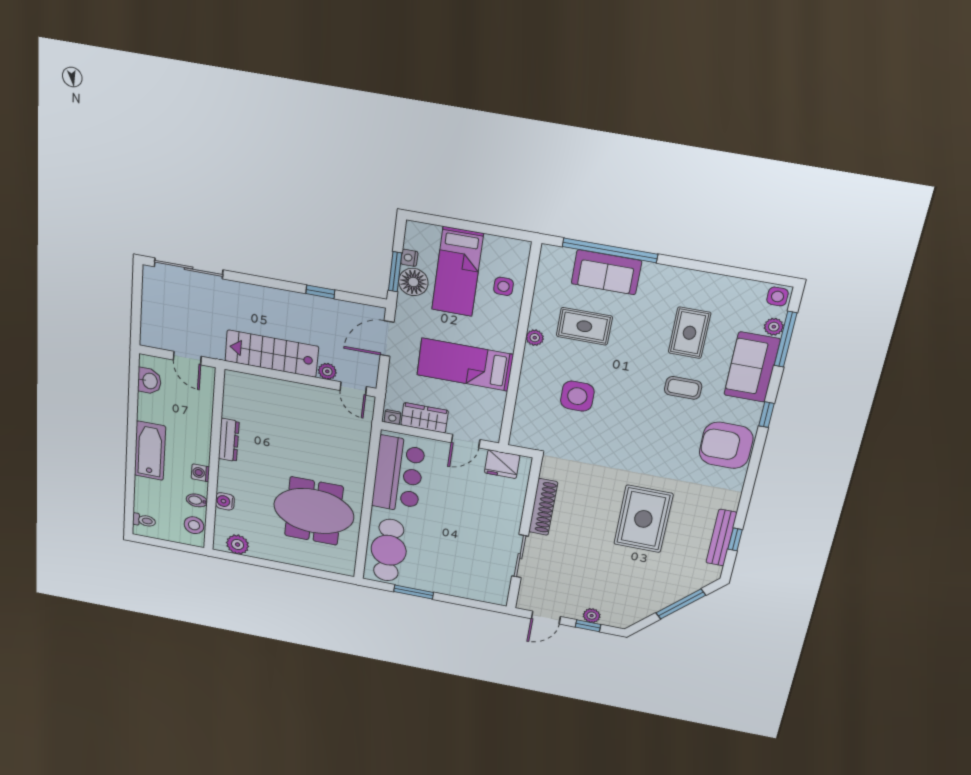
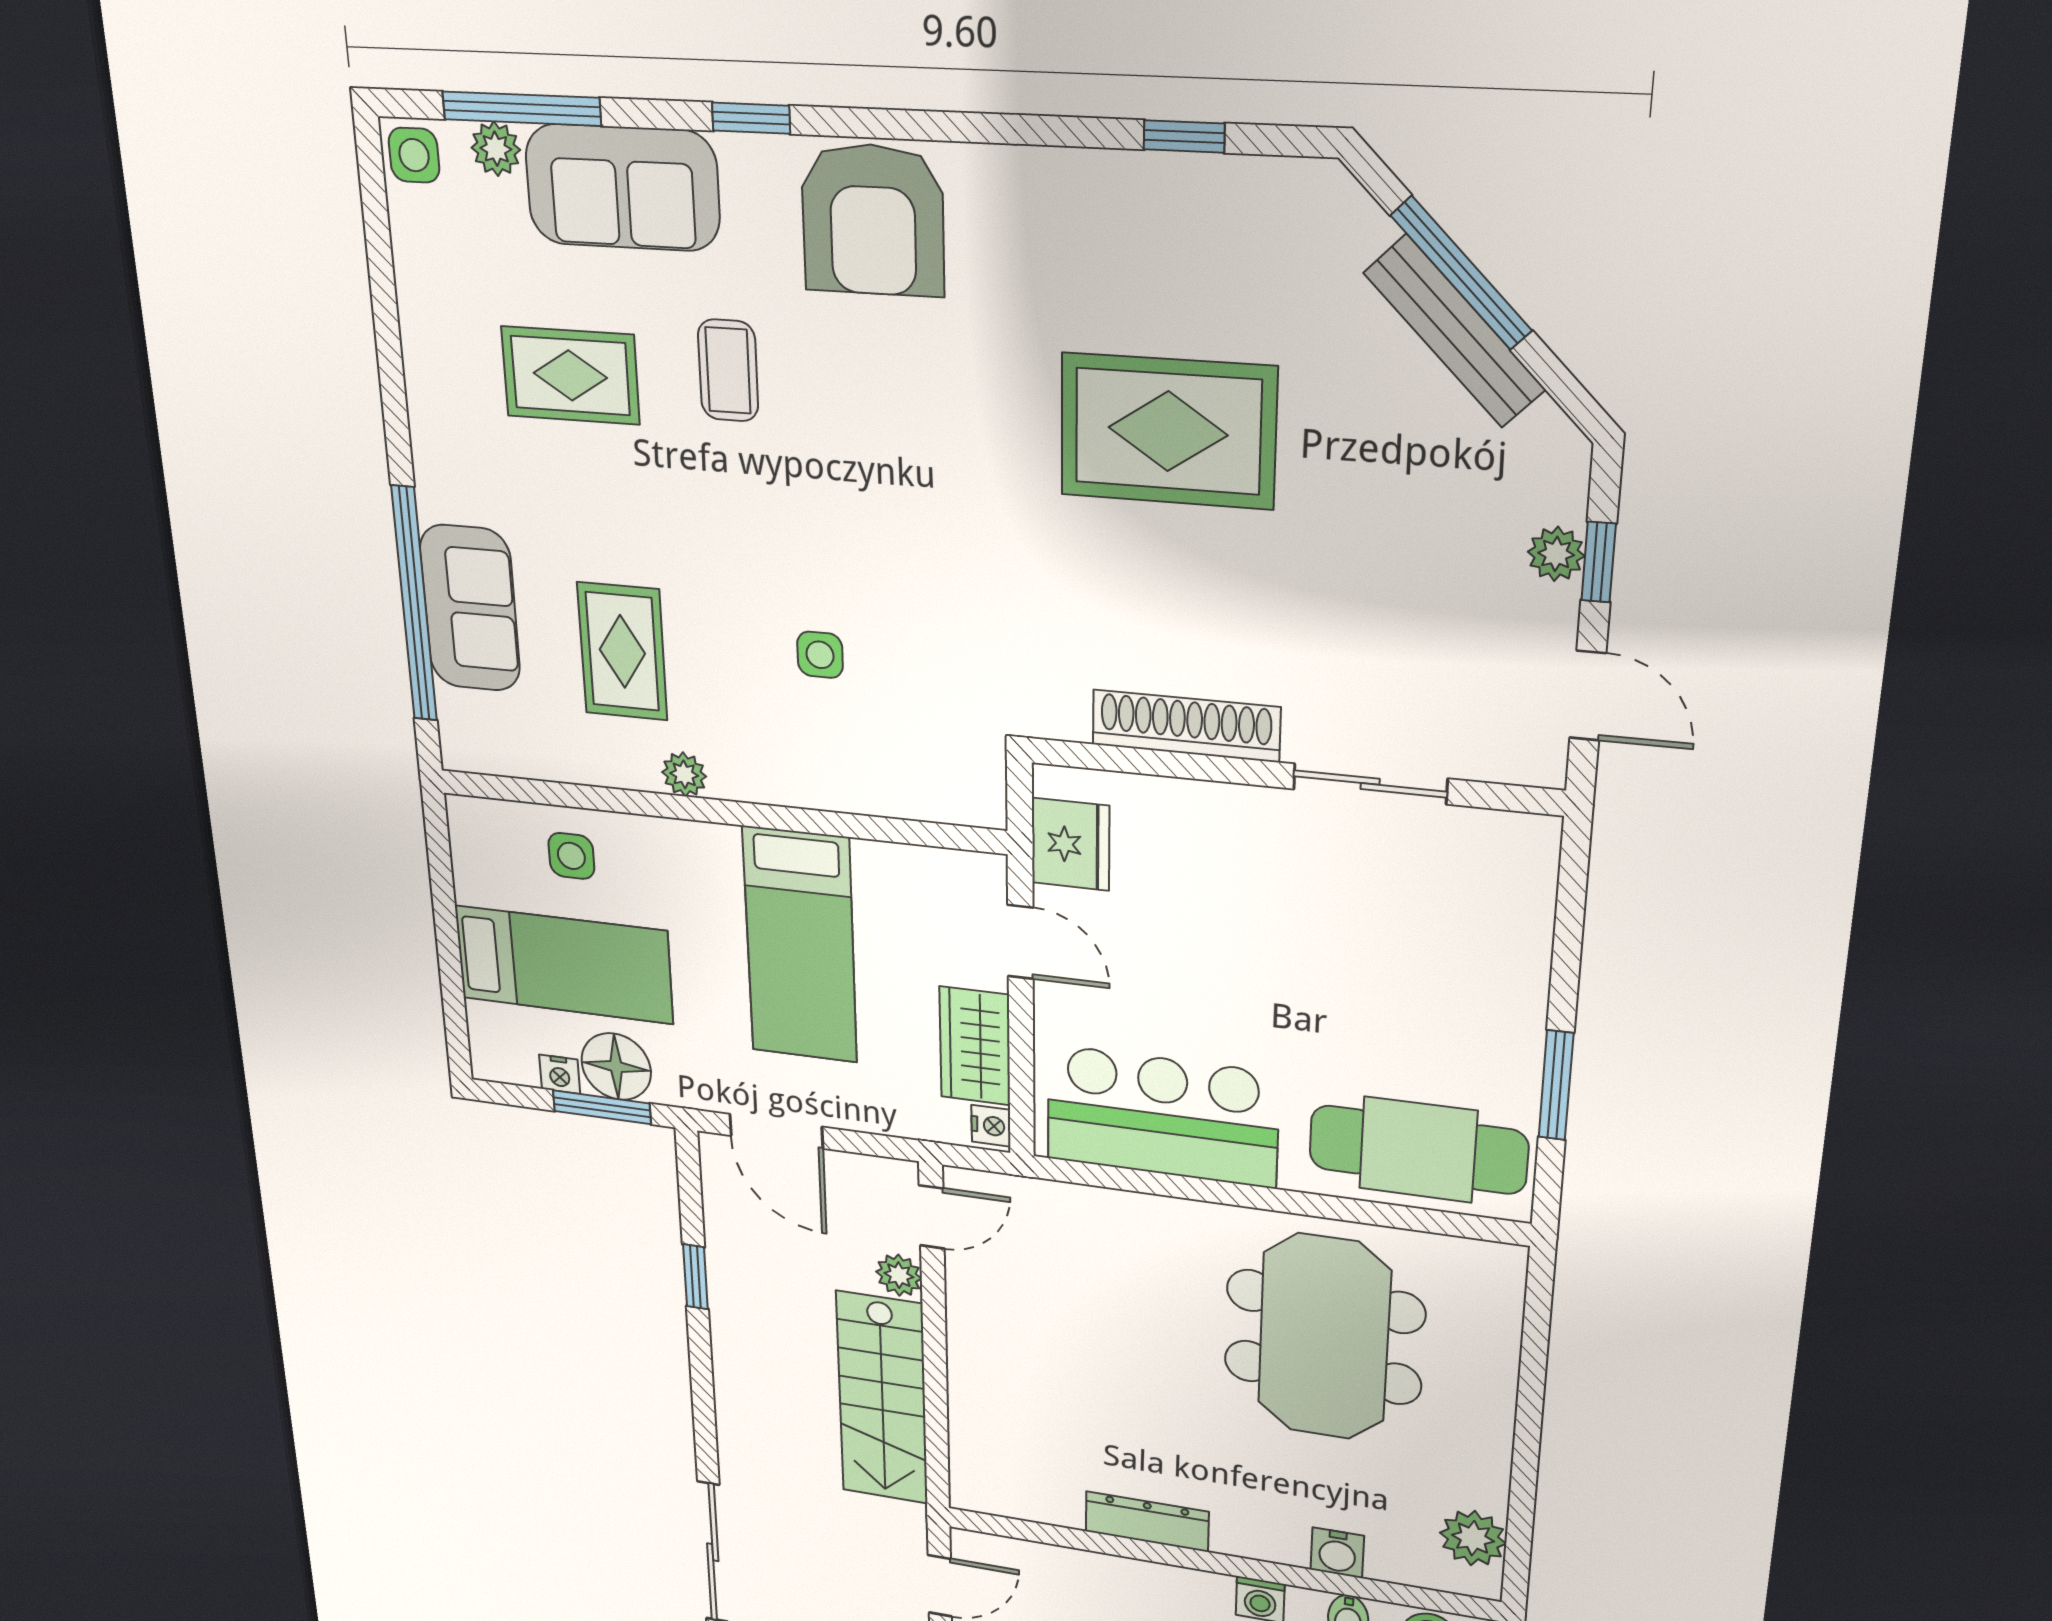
side table: (577, 396) -> (820, 655), width x0.54, depth x0.54
bench: (721, 538) -> (1455, 331), moved, turned 45

